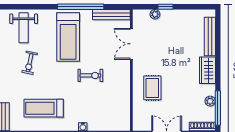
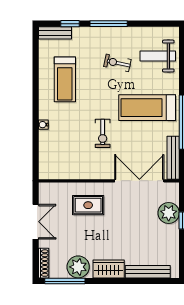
plant: (155, 14) -> (169, 213), width x1.88, depth x1.88
double door: (131, 44) -> (139, 181), width x1.37
plant: (210, 101) -> (78, 267), width x1.87, depth x1.87
treadmill: (44, 108) -> (65, 79), turned 180

